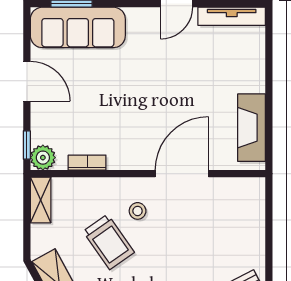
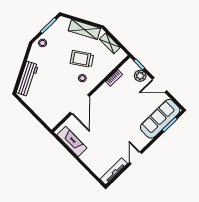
plant: (43, 158) -> (140, 76), moved
shelving: (41, 200) -> (110, 43), moved

